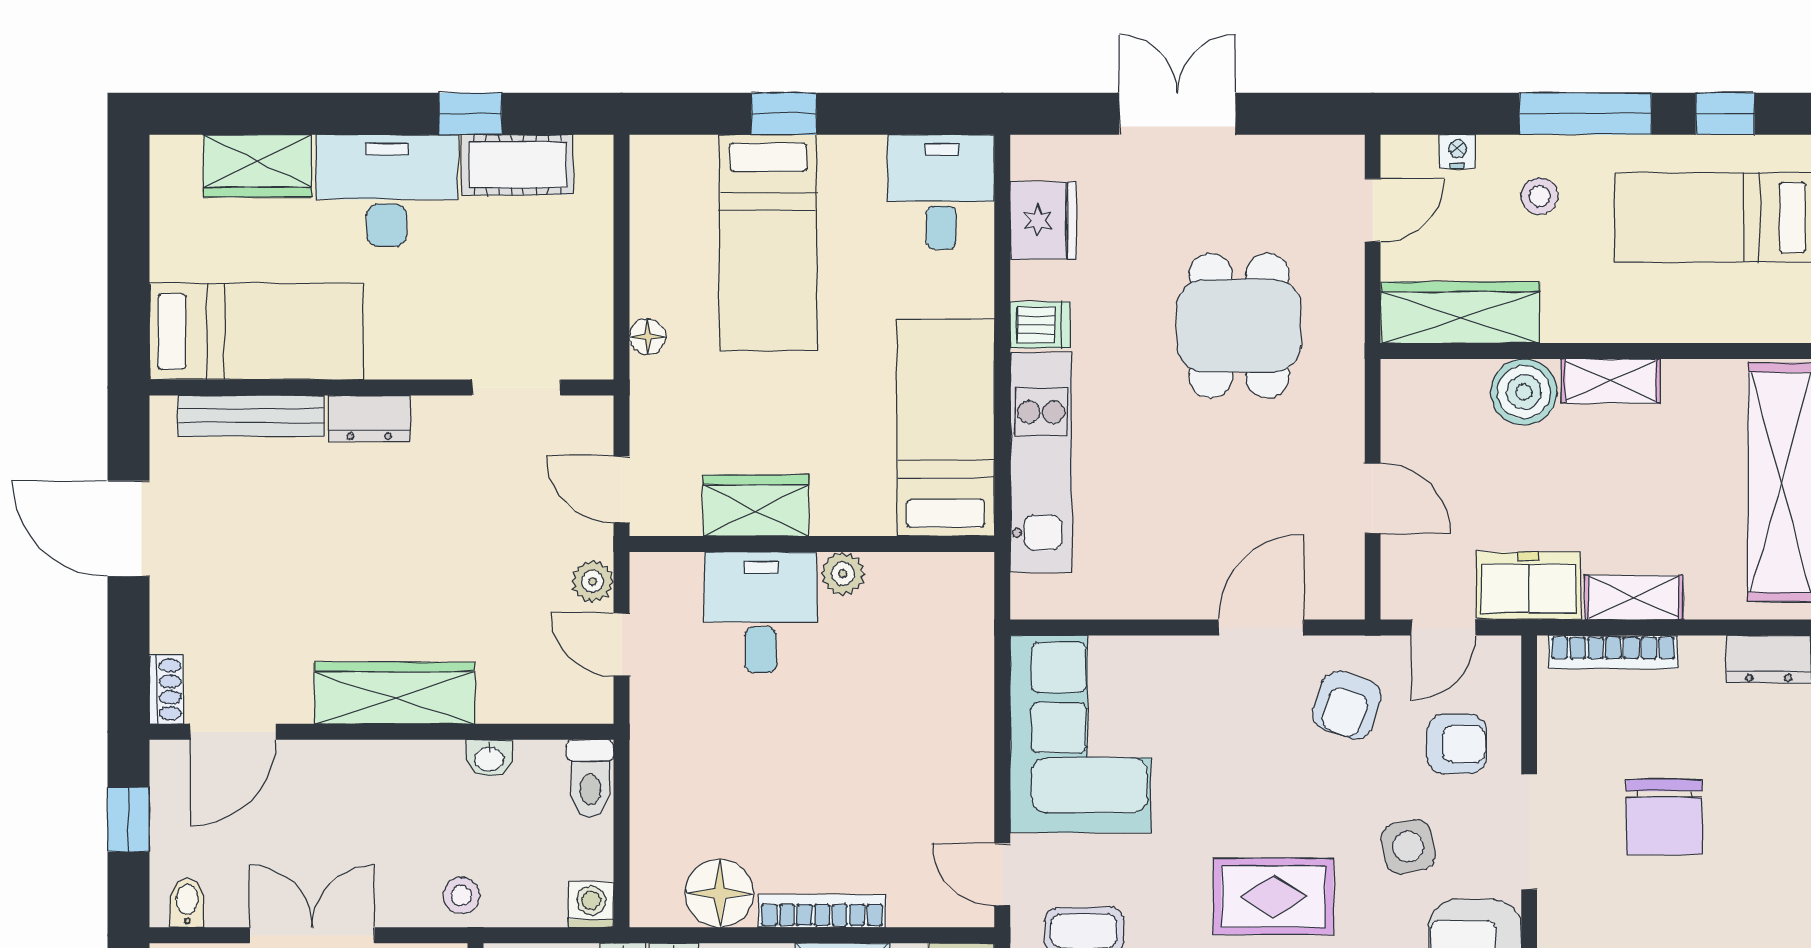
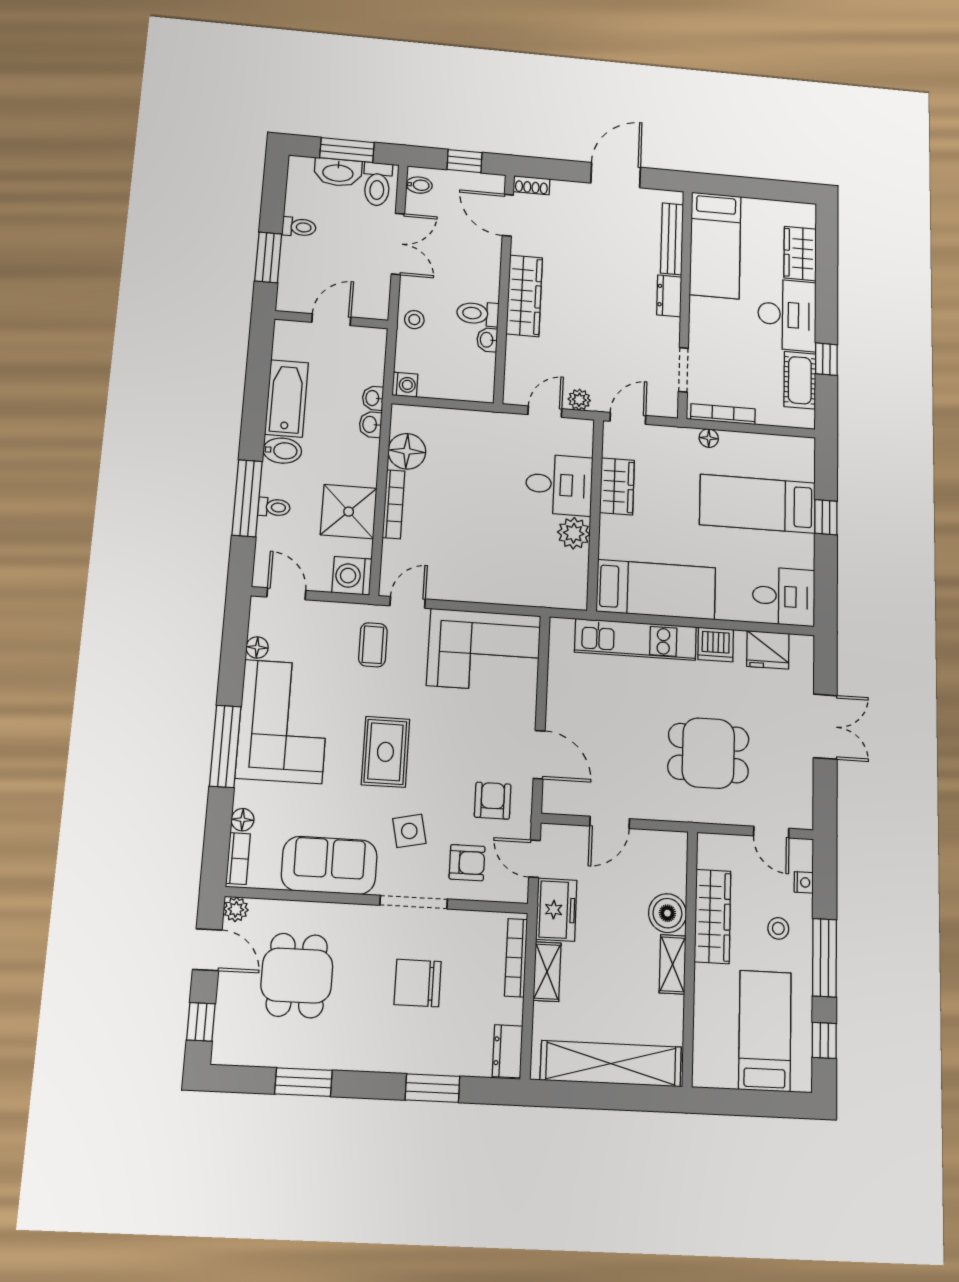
bookcase: (598, 311) -> (723, 414), added
wardrobe: (1460, 313) -> (713, 916), moved
dishwasher: (1040, 325) -> (716, 644), width x1.38
plant: (843, 574) -> (574, 533), width x1.38, depth x1.38
armchair: (1347, 705) -> (493, 801), turned 71
armchair: (1457, 744) -> (467, 863), turned -90
toilet: (590, 778) -> (478, 314), moved

